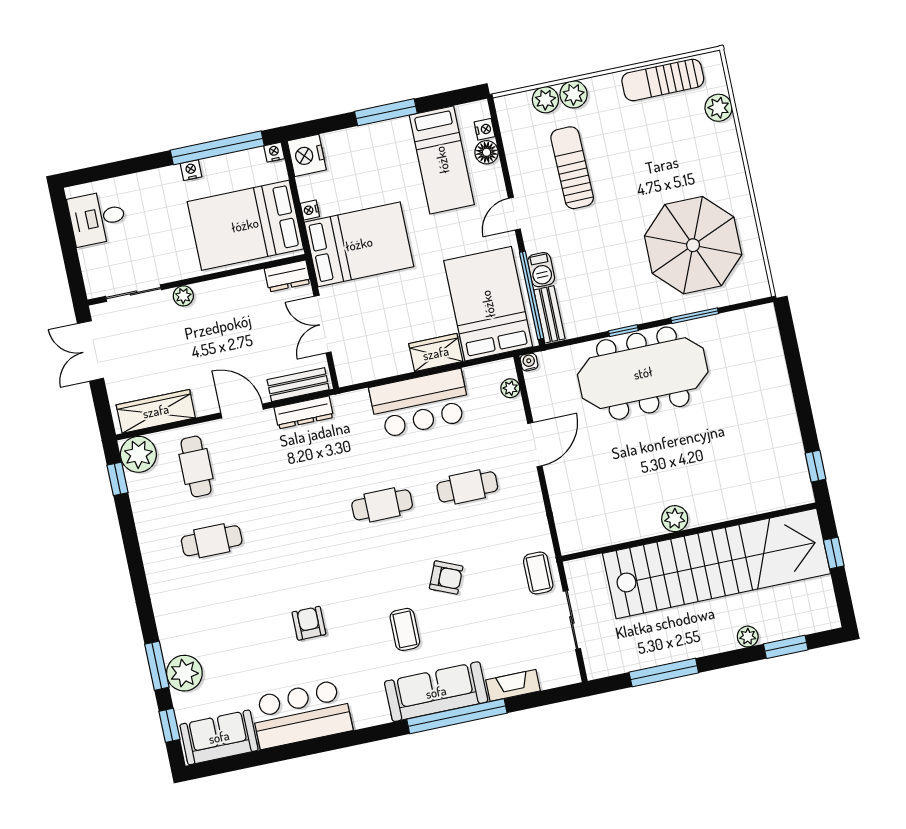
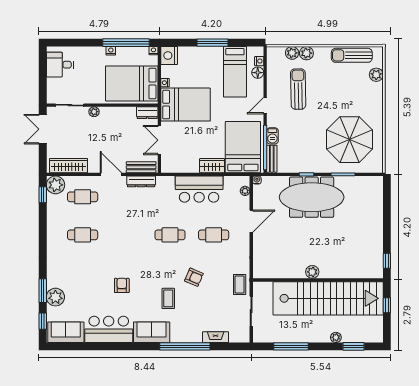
cafe table: (196, 466) -> (83, 197), turned 90
sofa: (436, 692) -> (152, 332), moved, width x0.73

